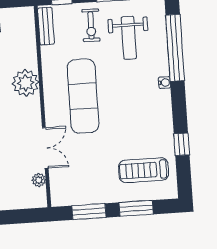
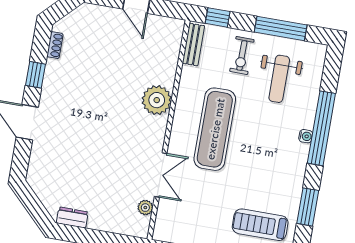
window: (175, 48) -> (321, 128), moved
window: (182, 144) -> (308, 207), width x1.50

